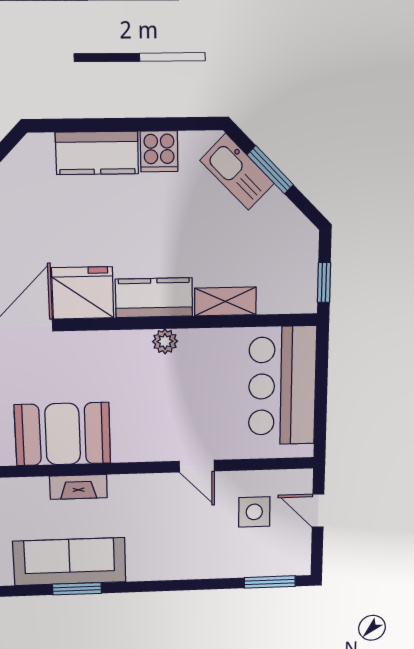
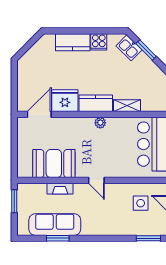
kitchen sink: (237, 172) -> (129, 48), width x0.73
door: (197, 466) -> (96, 180), moved

